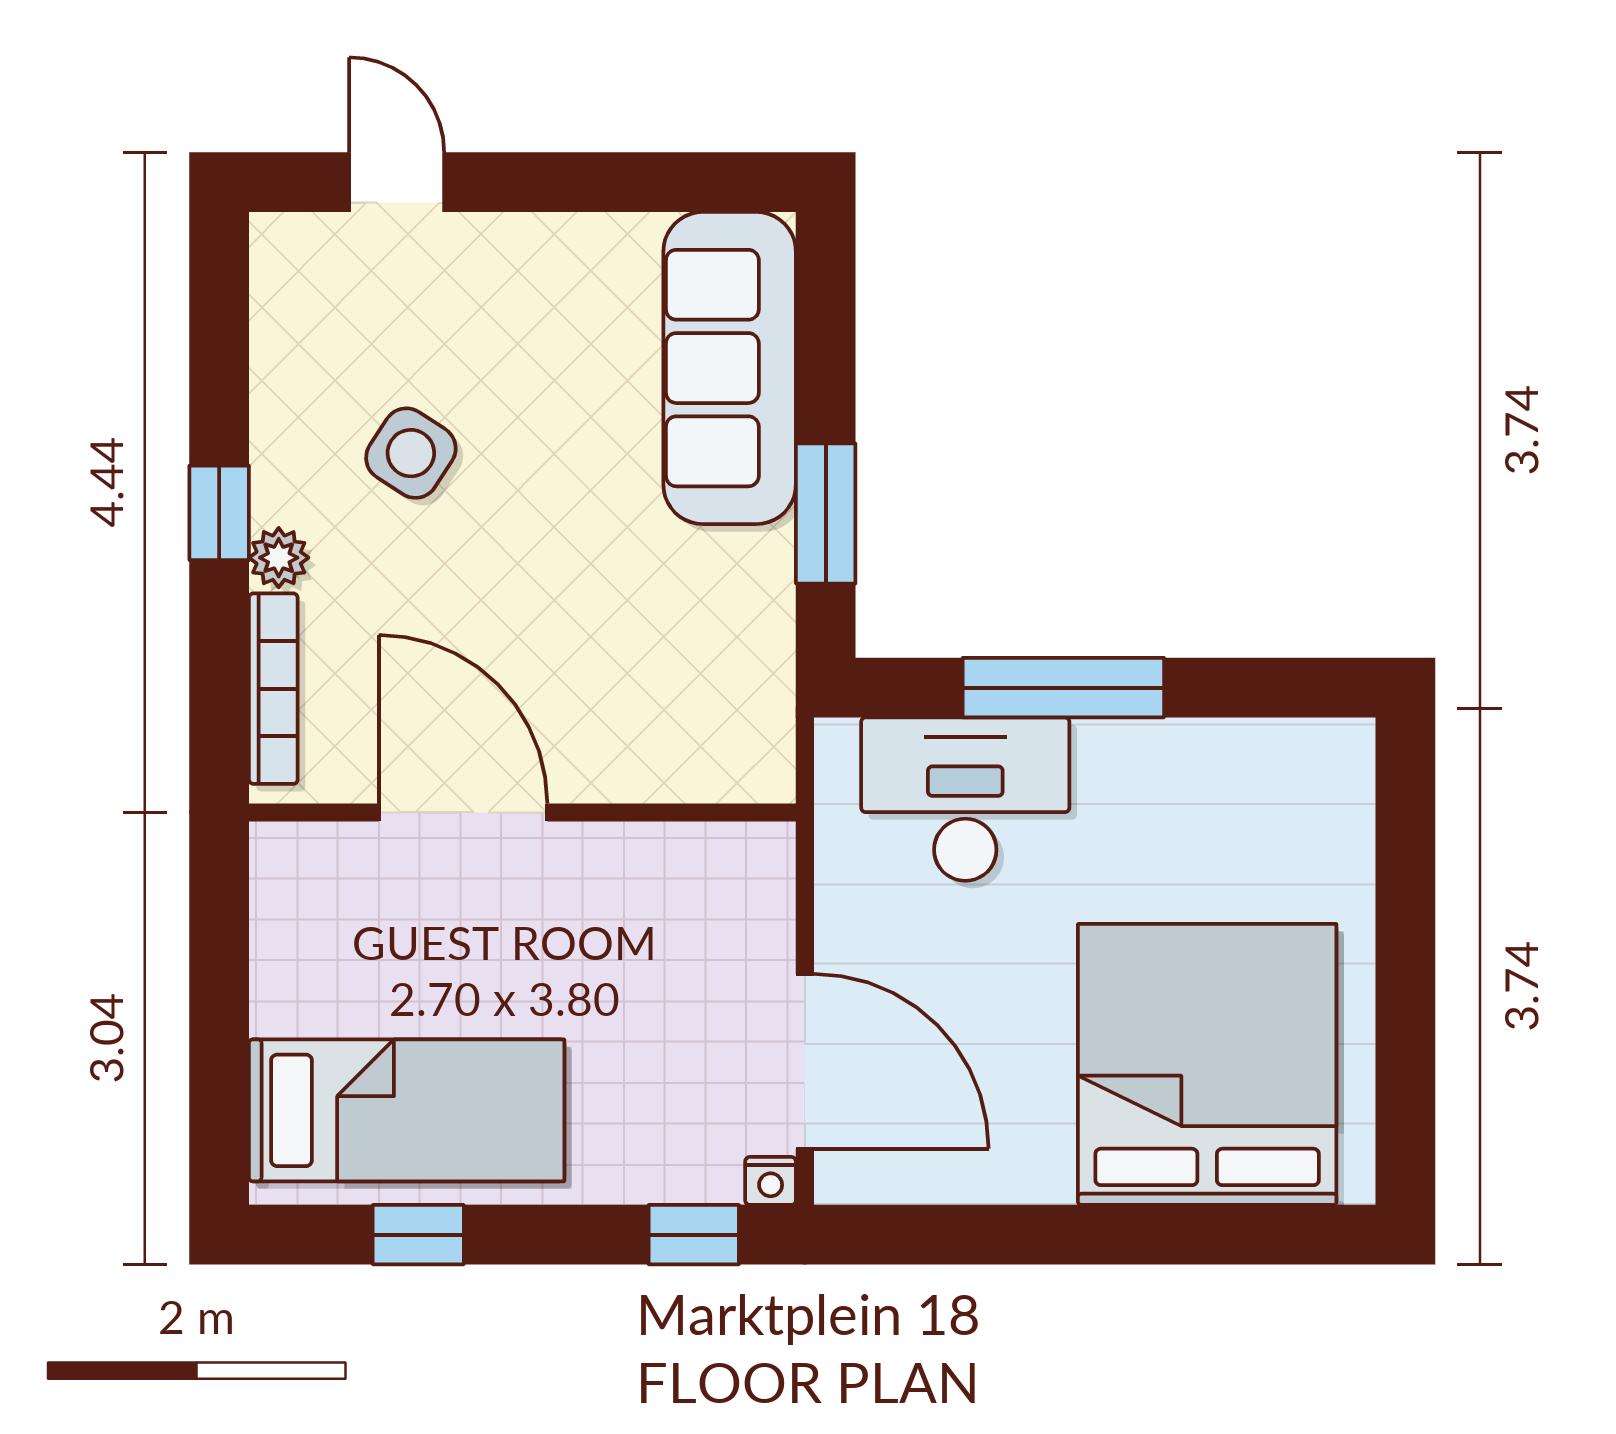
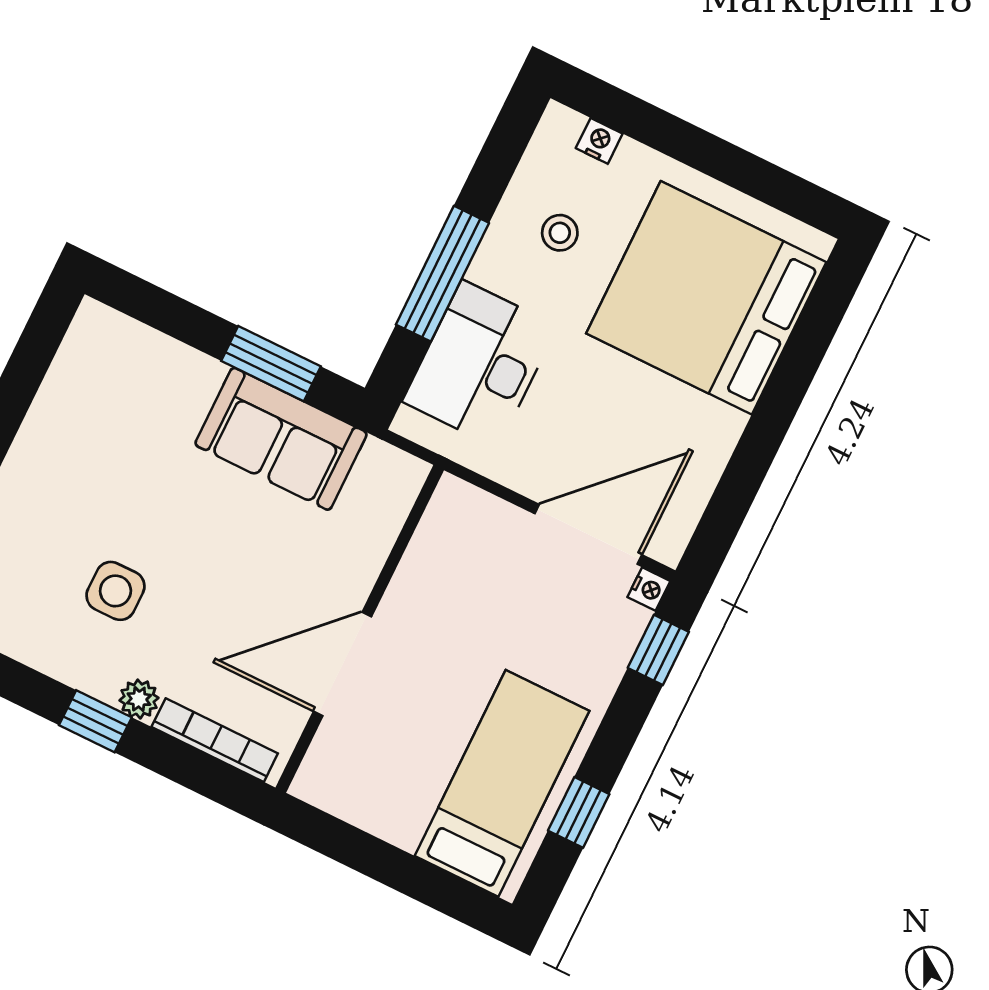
sofa: (730, 368) -> (281, 439), moved, width x0.73
side table: (411, 453) -> (115, 591), turned -33
nightstand: (1350, 813) -> (599, 141), added
stool: (1198, 821) -> (560, 233), added

